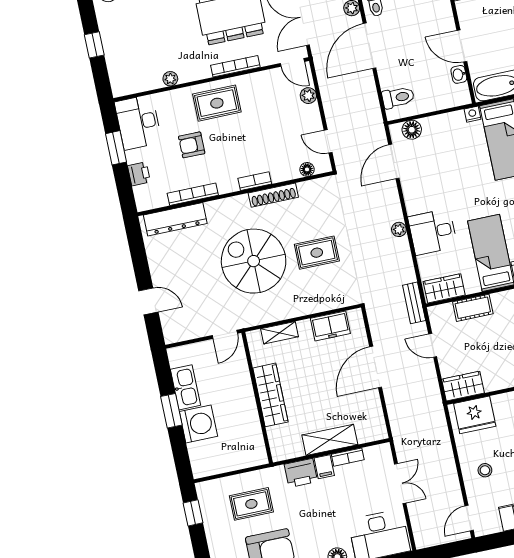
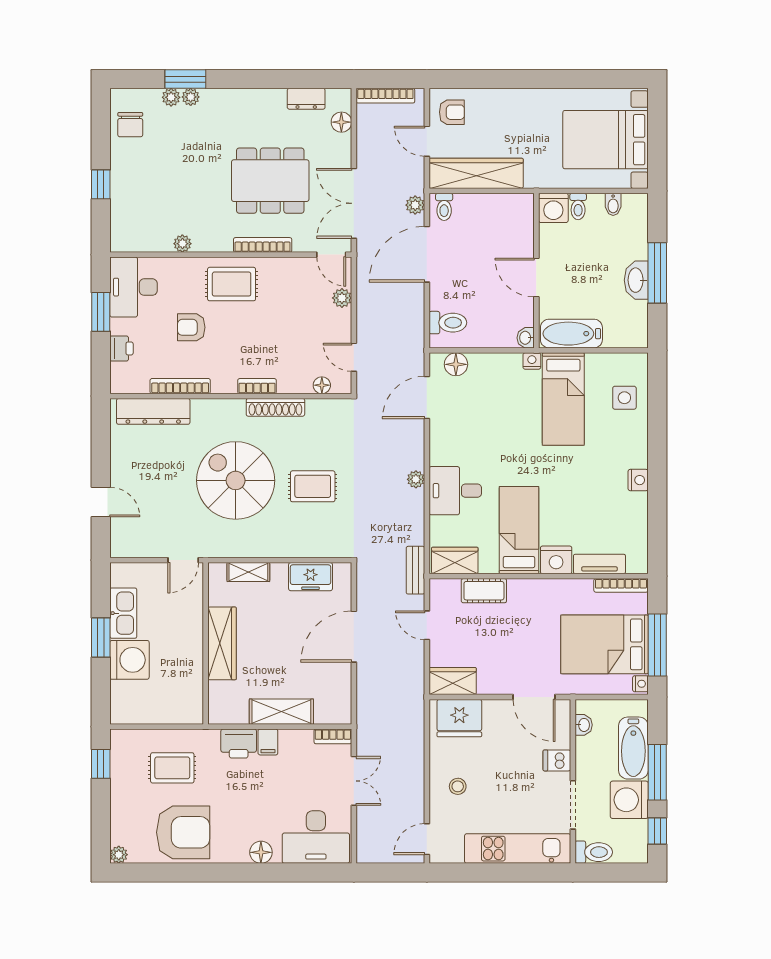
washbasin: (459, 74) -> (526, 338), moved
bookcase: (348, 457) -> (333, 736), moved

